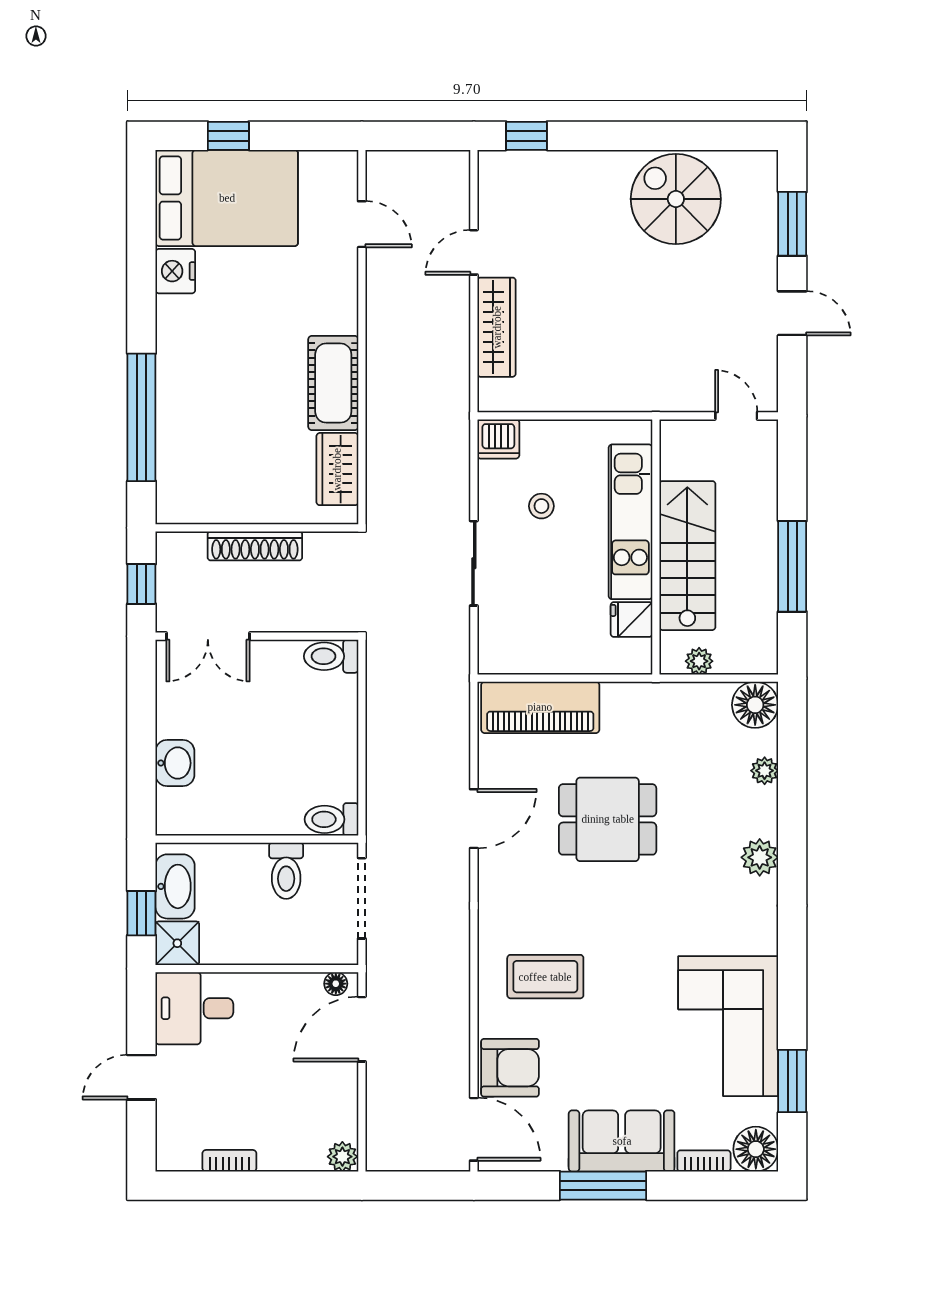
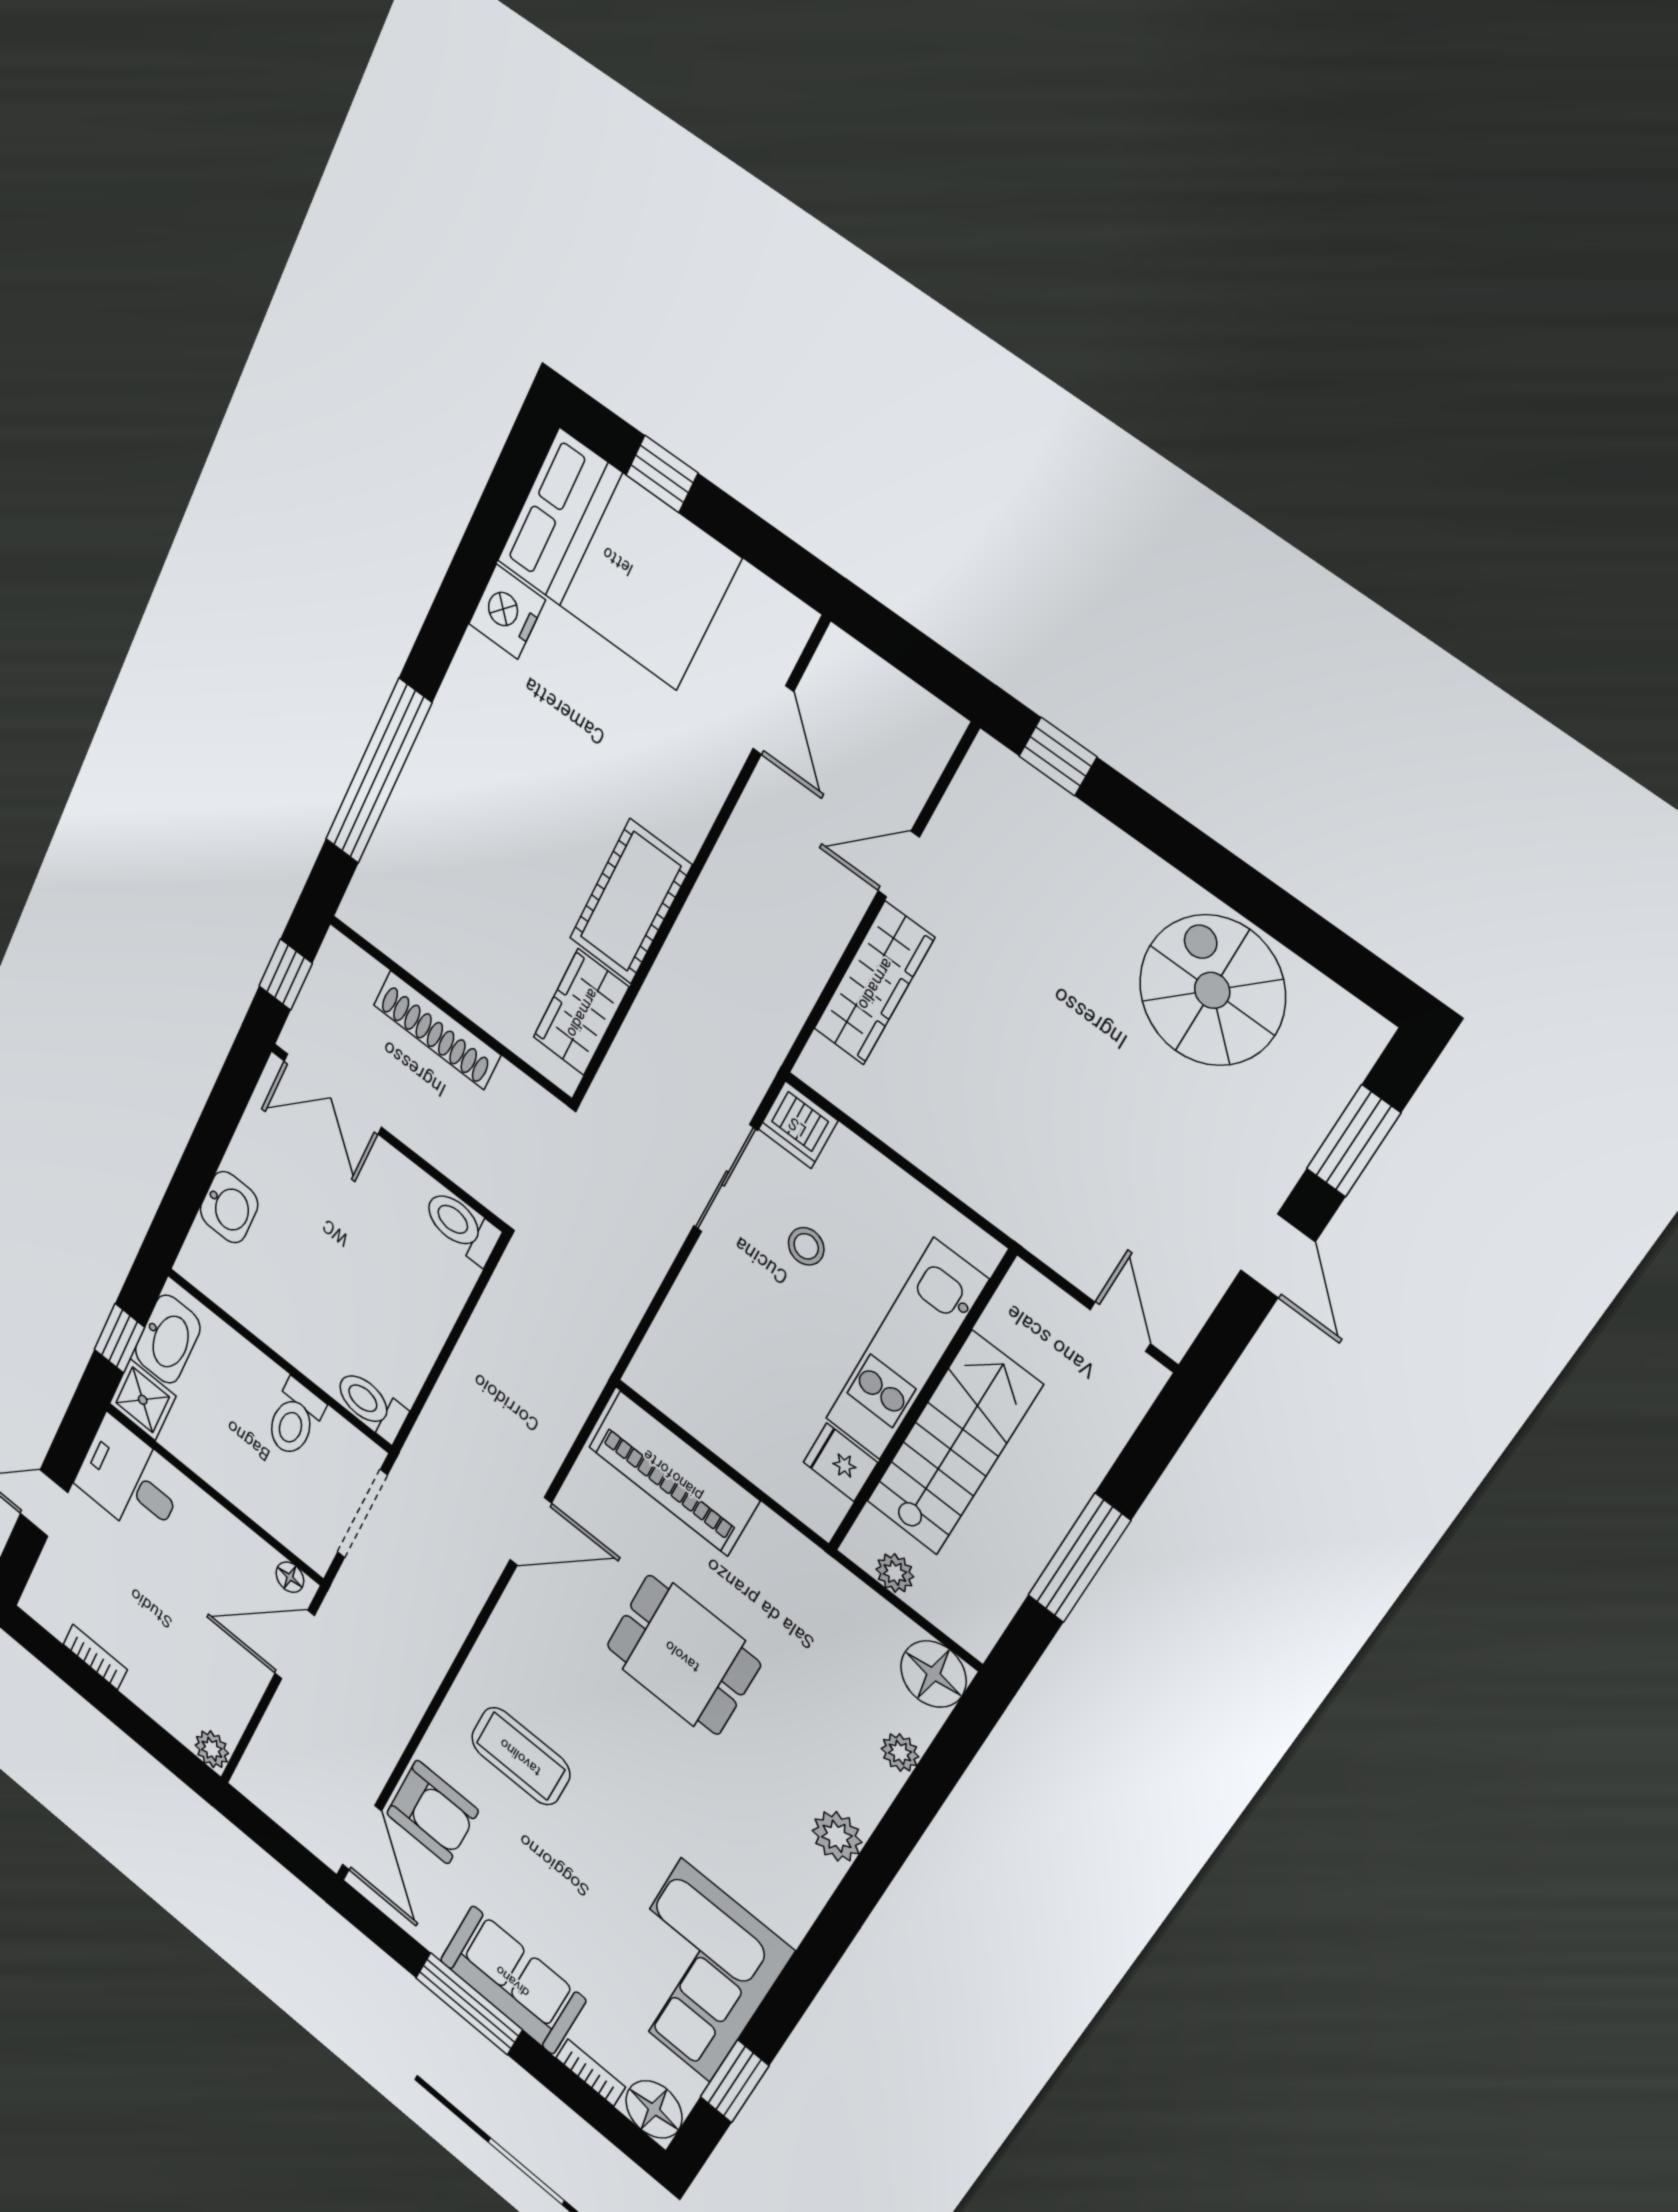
sliding door: (474, 563) -> (725, 1178), moved

